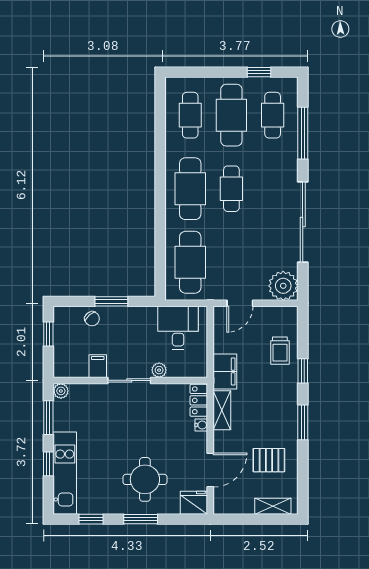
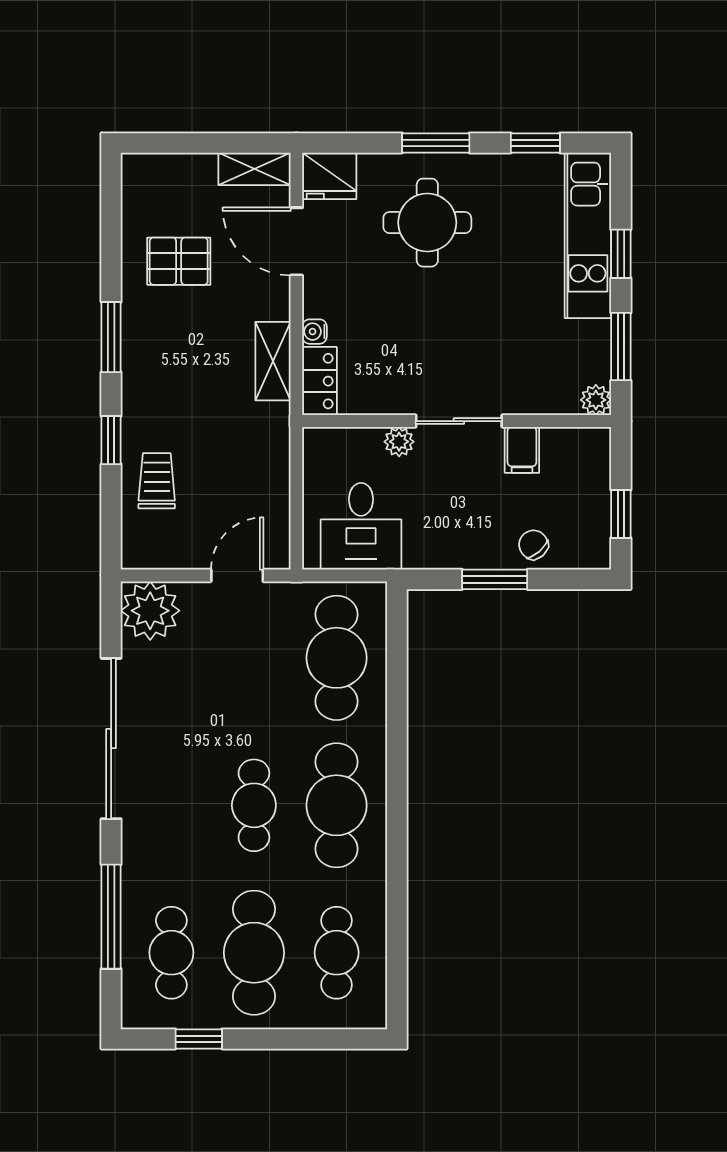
filing cabinet: (225, 371) -> (267, 439), removed
door: (210, 470) -> (296, 241), hinge flipped
shelving: (273, 506) -> (255, 169), moved

